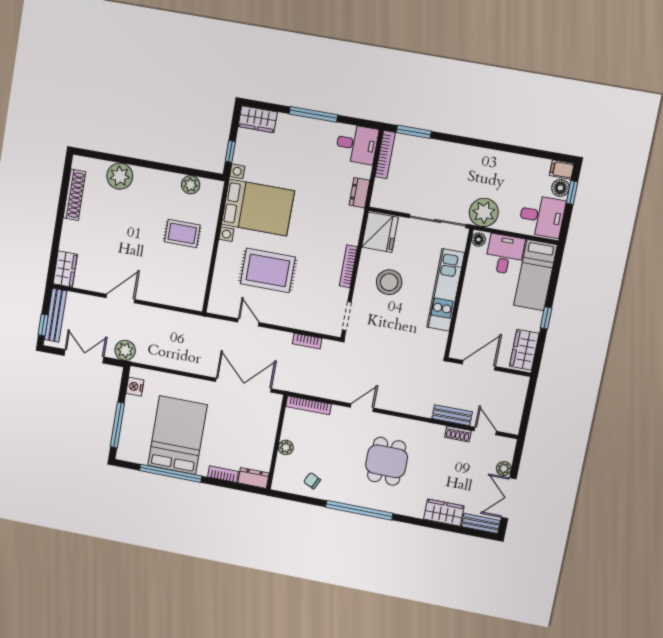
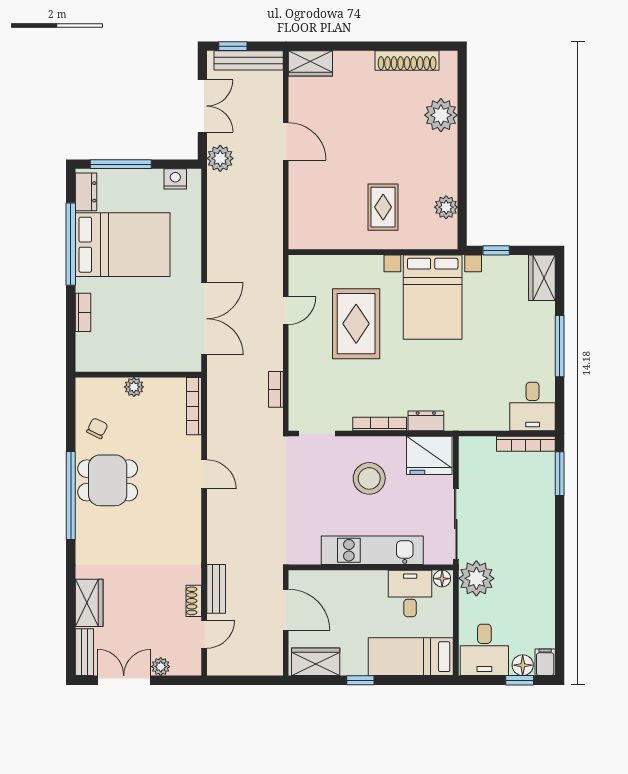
dresser: (359, 193) -> (426, 421), moved
desk: (505, 254) -> (410, 593), moved, turned -90
dining table: (387, 461) -> (108, 480), moved
dresser: (253, 478) -> (86, 192), moved

